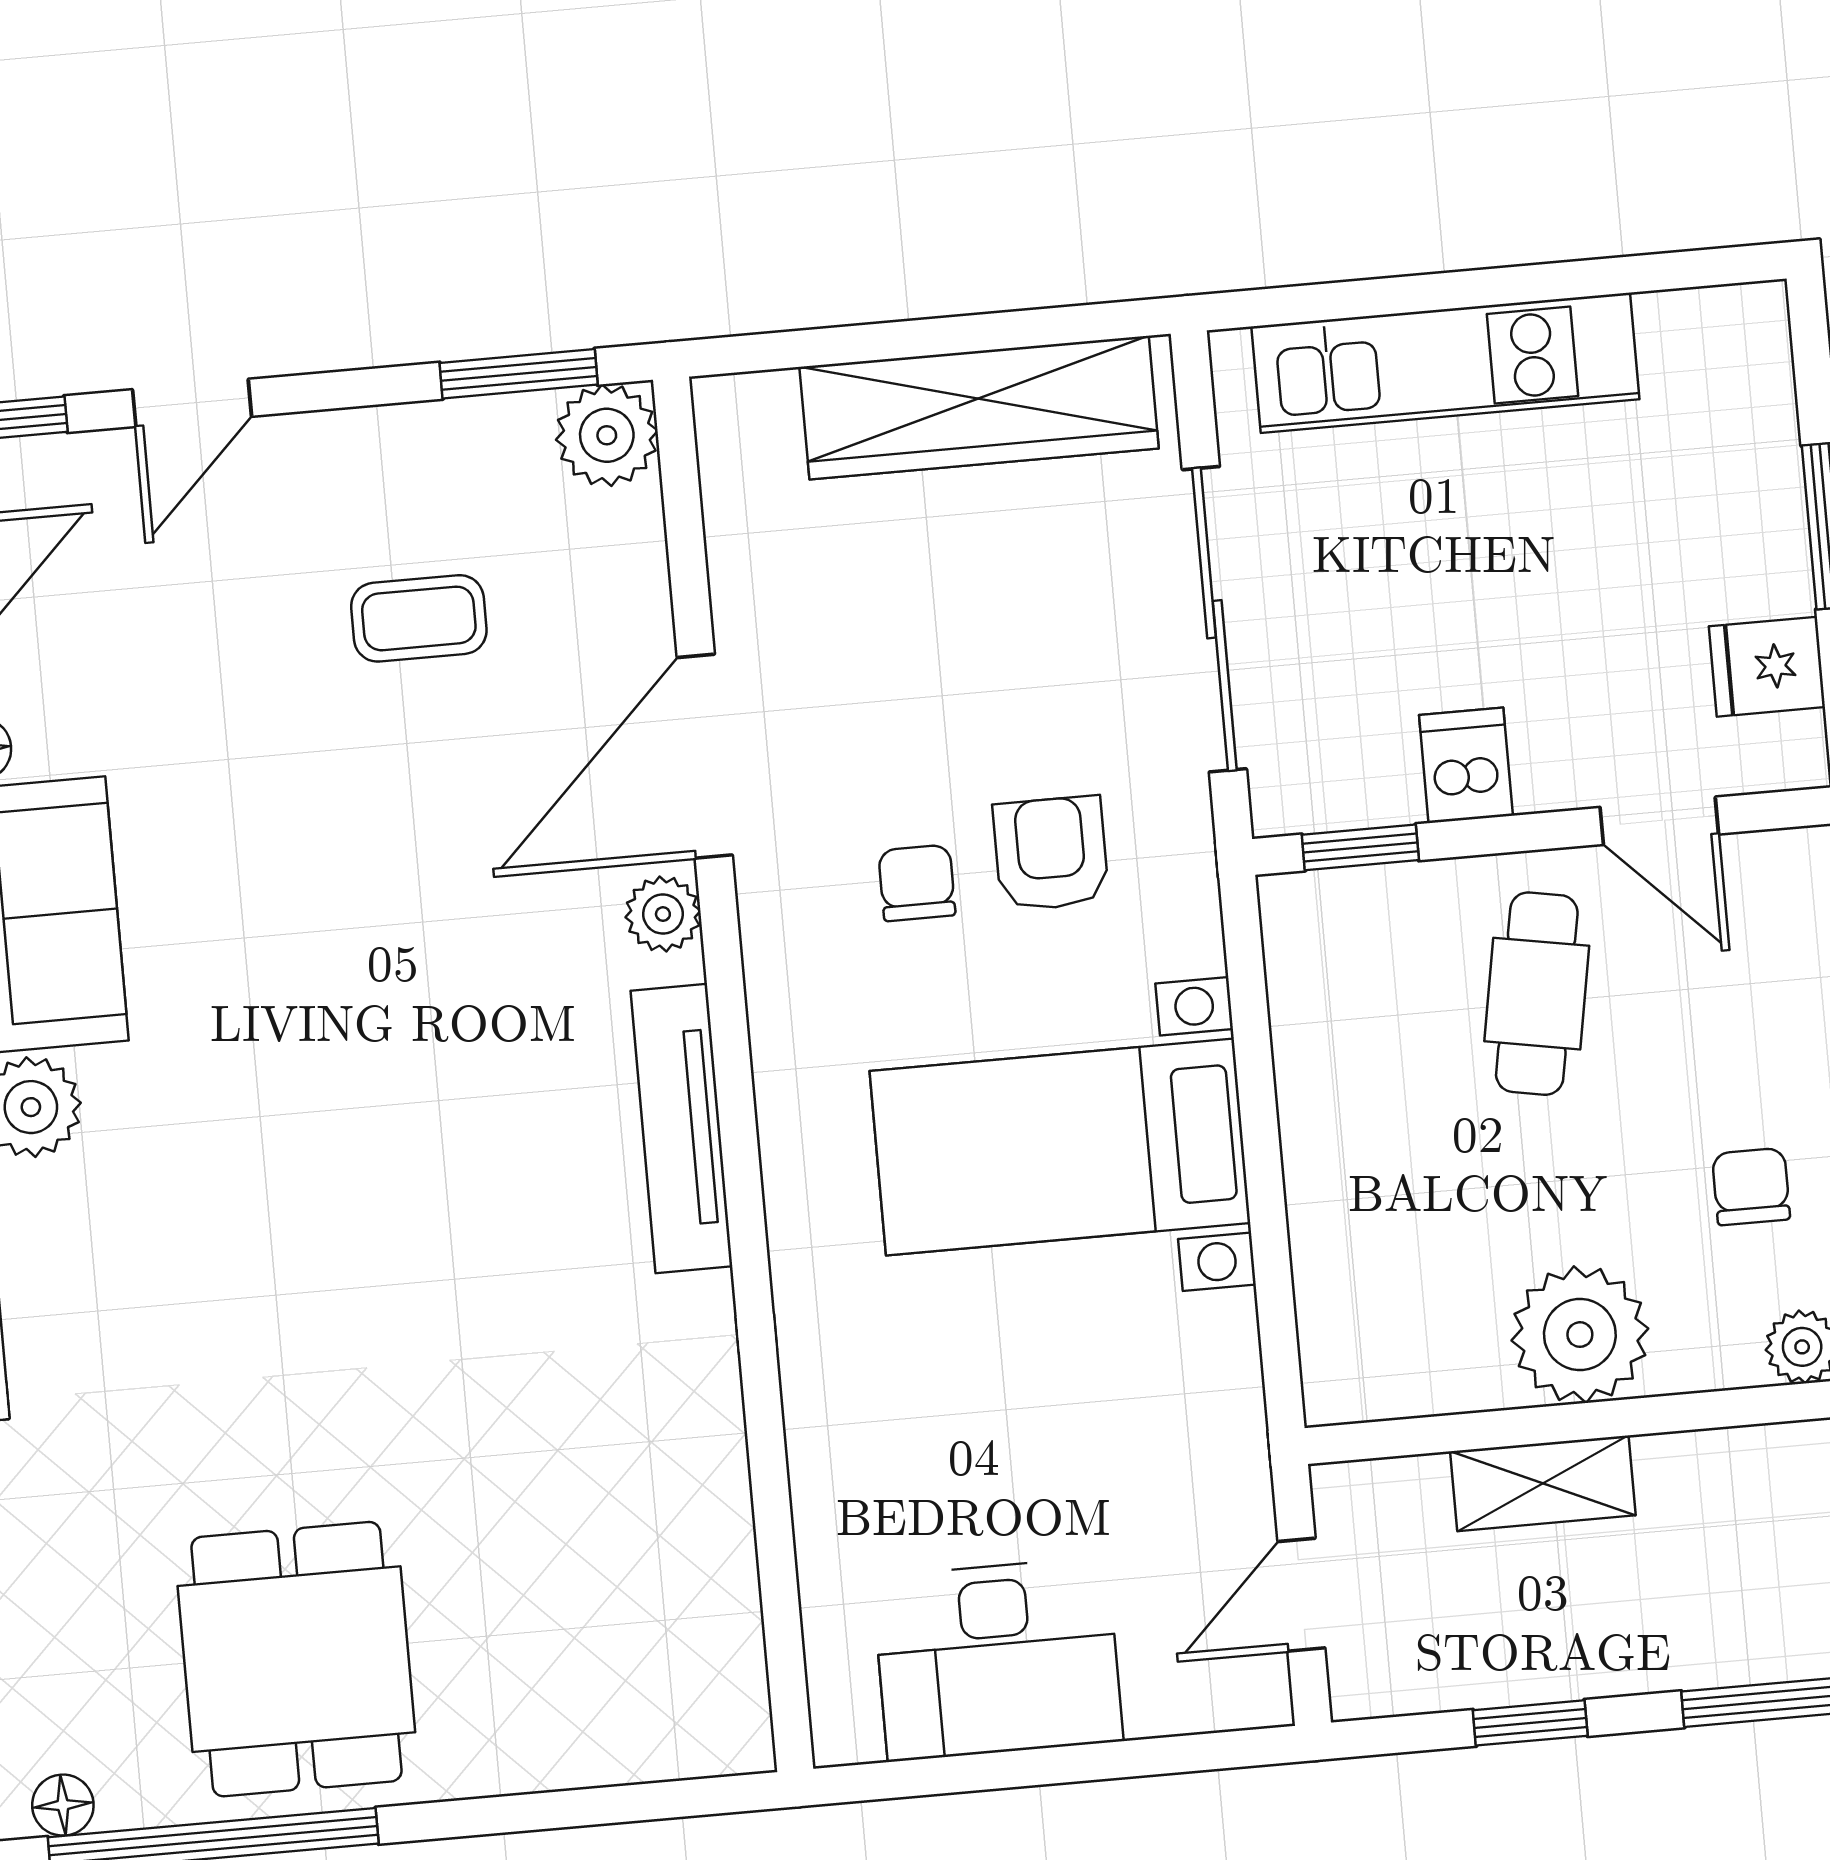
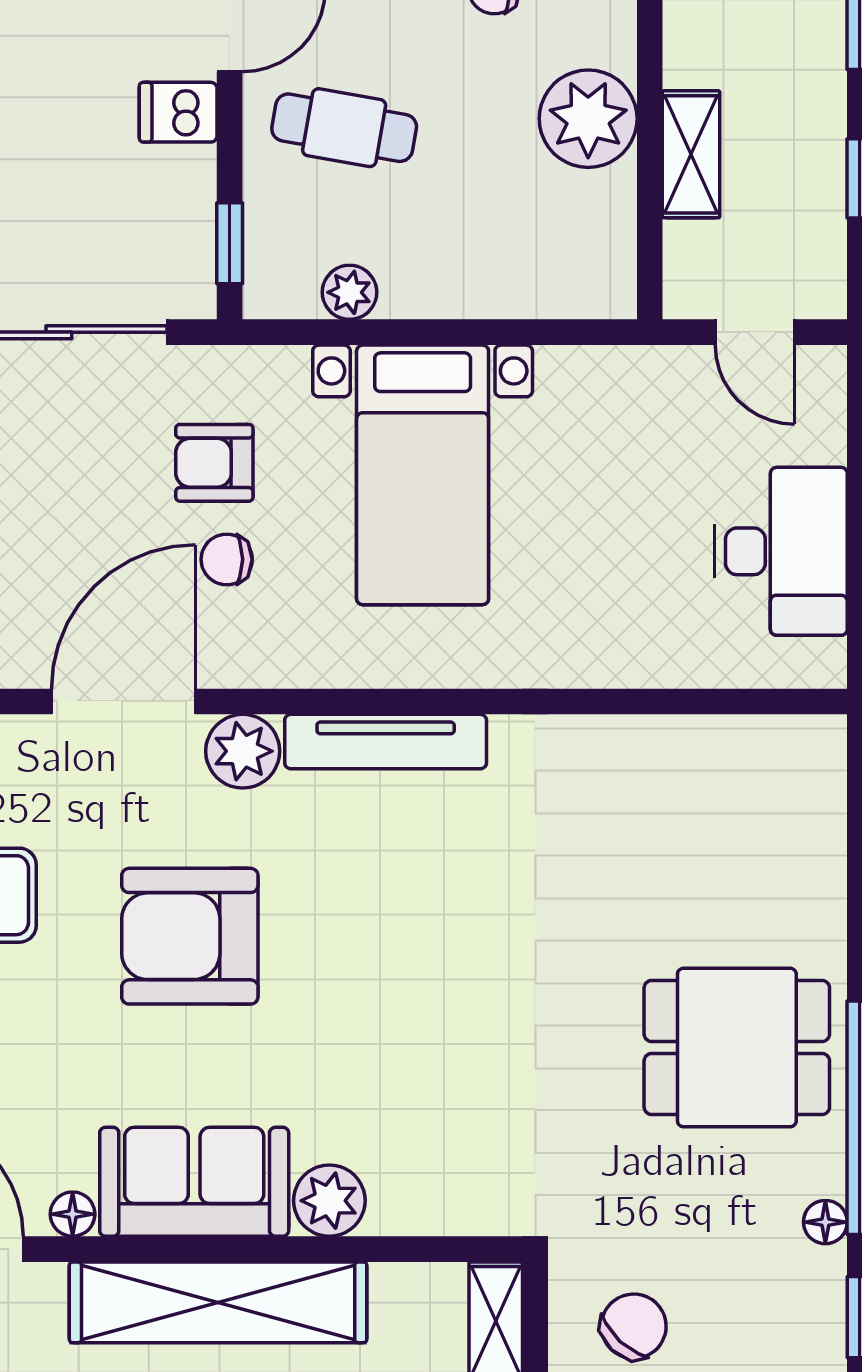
door: (705, 756) -> (124, 701), swing flipped
dishwasher: (1466, 765) -> (178, 112), moved
armchair: (384, 878) -> (190, 936), added
plant: (663, 914) -> (243, 751), width x1.38, depth x1.38
plant: (1307, 1022) -> (349, 292), added

